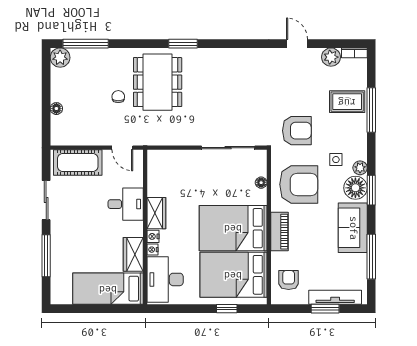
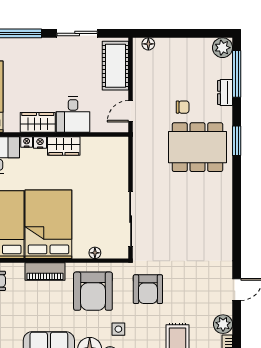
window: (183, 44) -> (237, 141), moved
dresser: (104, 55) -> (225, 92), added
floor lamp: (56, 109) -> (148, 44), moved
wardrobe: (133, 254) -> (38, 122), moved

